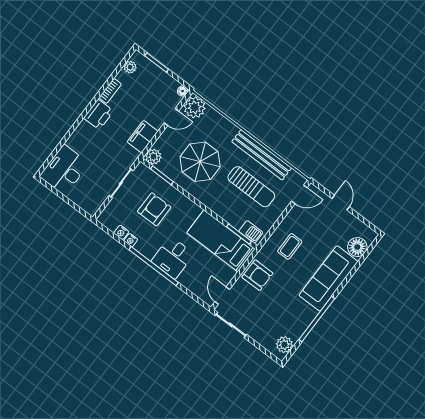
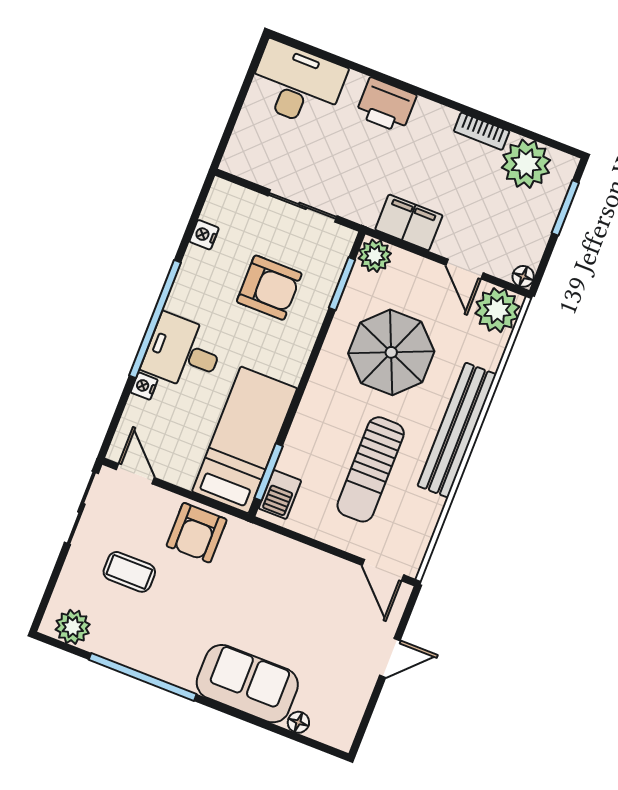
plant: (130, 67) -> (526, 164), width x1.88, depth x1.88
printer: (99, 114) -> (386, 105), moved
bench: (262, 155) -> (457, 430), moved
nightstand: (131, 240) -> (144, 386), moved
coffee table: (290, 246) -> (129, 572), moved
floor lamp: (357, 247) -> (298, 722), width x0.53, depth x0.53
sofa: (329, 278) -> (247, 684), width x0.73
door: (222, 296) -> (135, 474), hinge flipped

